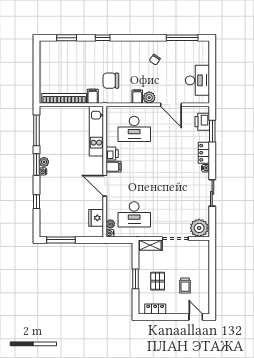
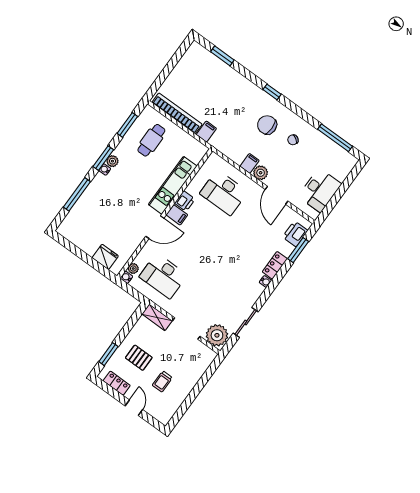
window: (103, 38) -> (272, 92), moved
chair: (111, 81) -> (267, 125), moved
cafe table: (60, 129) -> (151, 140), added
window: (36, 130) -> (127, 125), width x0.69
kitchen unit: (96, 131) -> (173, 185), moved
door: (105, 186) -> (155, 227), swing flipped
sliding door: (212, 193) -> (246, 322), moved
window: (36, 202) -> (77, 194), width x2.17
fridge: (96, 218) -> (105, 257), moved, turned 90
window: (61, 240) -> (74, 249), removed
window: (135, 279) -> (108, 354), moved
pallet: (158, 281) -> (139, 358), turned 90
door: (196, 317) -> (134, 408), moved

